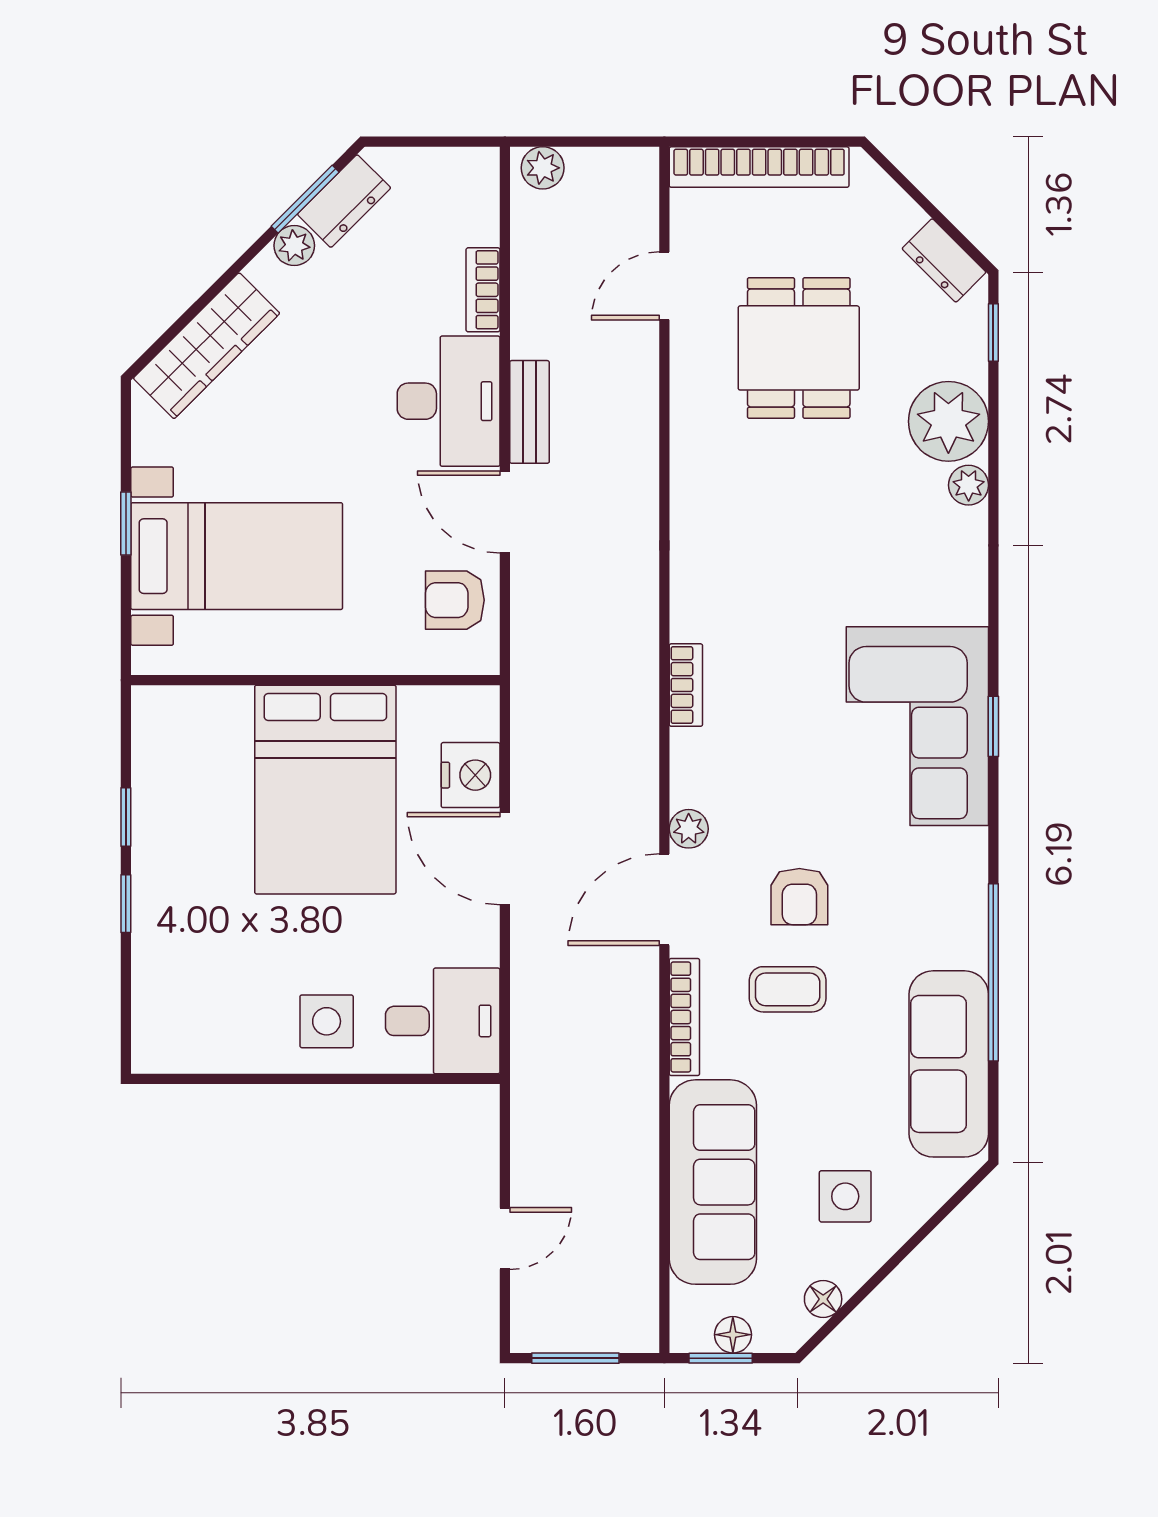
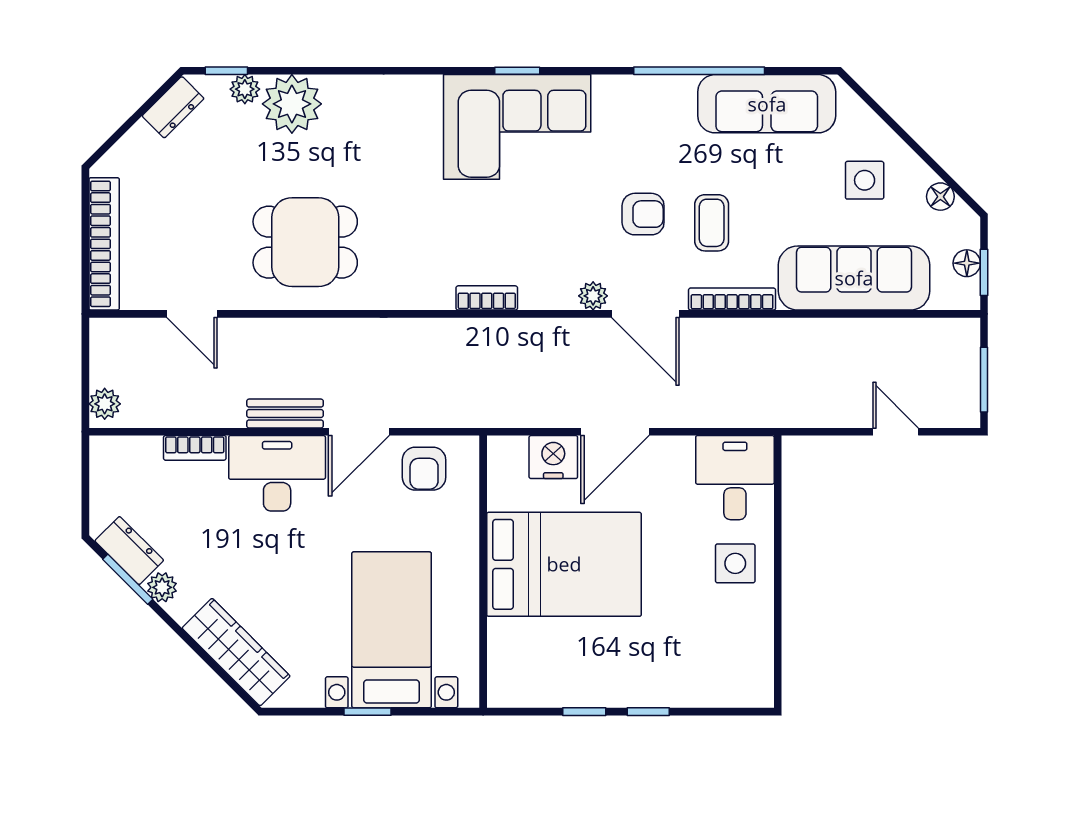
dining table: (799, 348) -> (305, 242), moved
plant: (969, 485) -> (245, 89), moved

